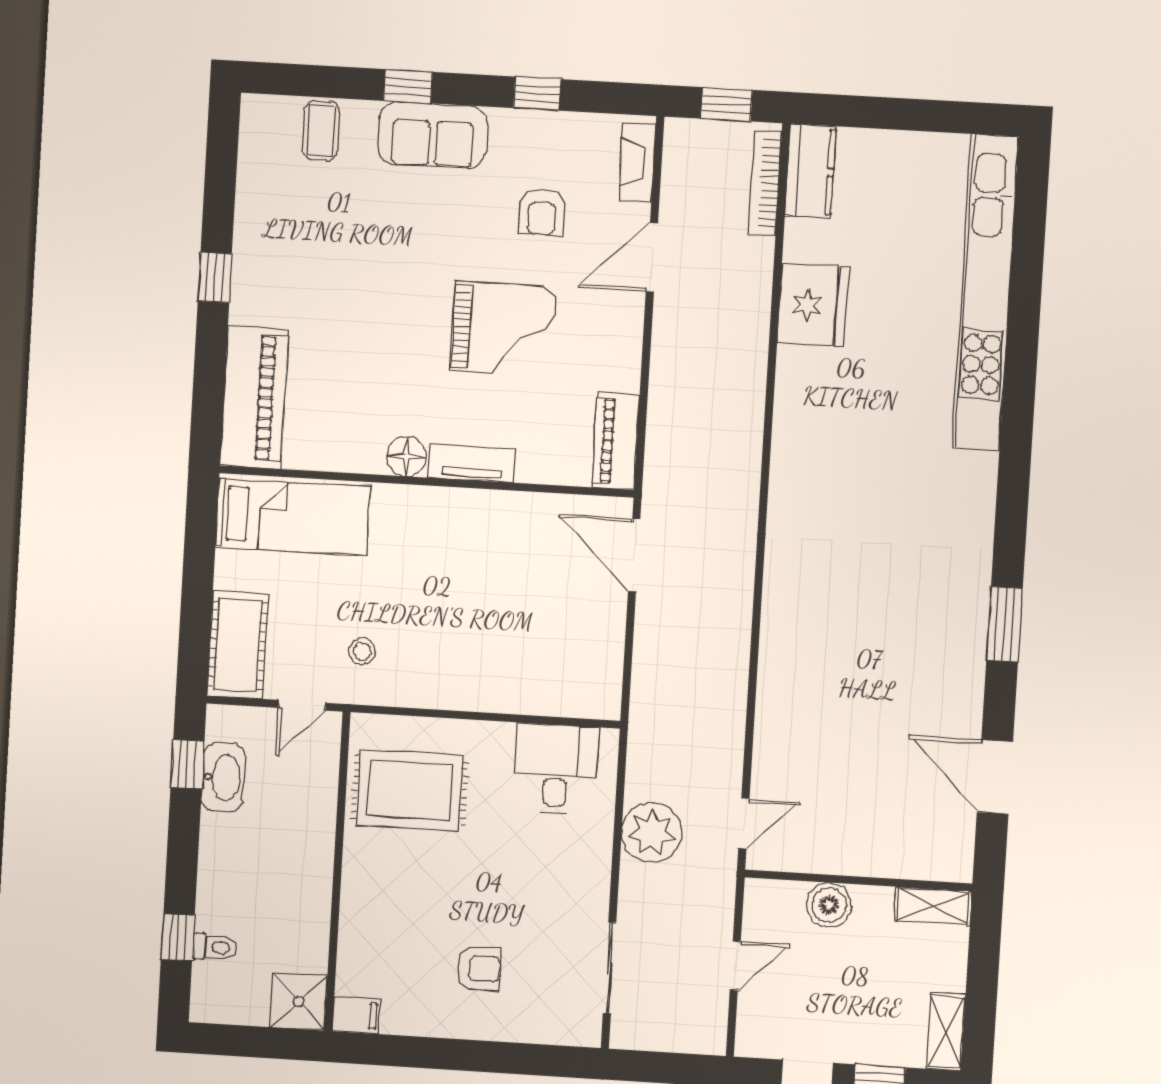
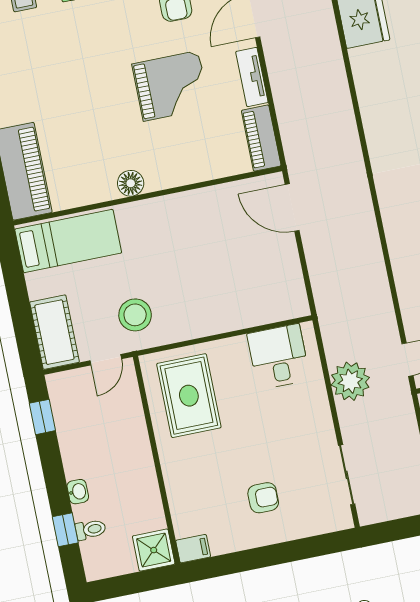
tv unit: (472, 464) -> (252, 77), moved, turned -90
stool: (362, 651) -> (135, 315), width x1.89, depth x1.89
washbasin: (223, 777) -> (78, 492), moved, width x0.52, depth x0.69
rug: (410, 790) -> (189, 396), turned 90

